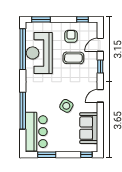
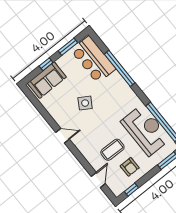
window: (100, 66) -> (83, 161), removed
door: (100, 96) -> (63, 136), hinge flipped
sofa: (89, 128) -> (47, 80), moved, turned 90
window: (86, 155) -> (46, 64), moved

